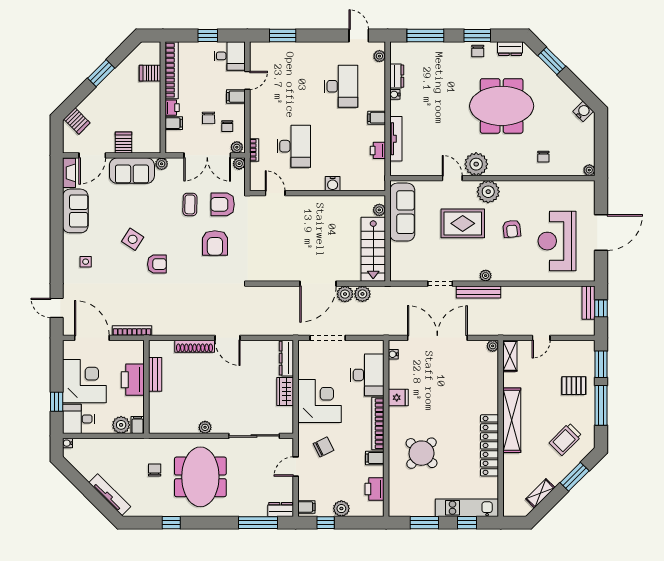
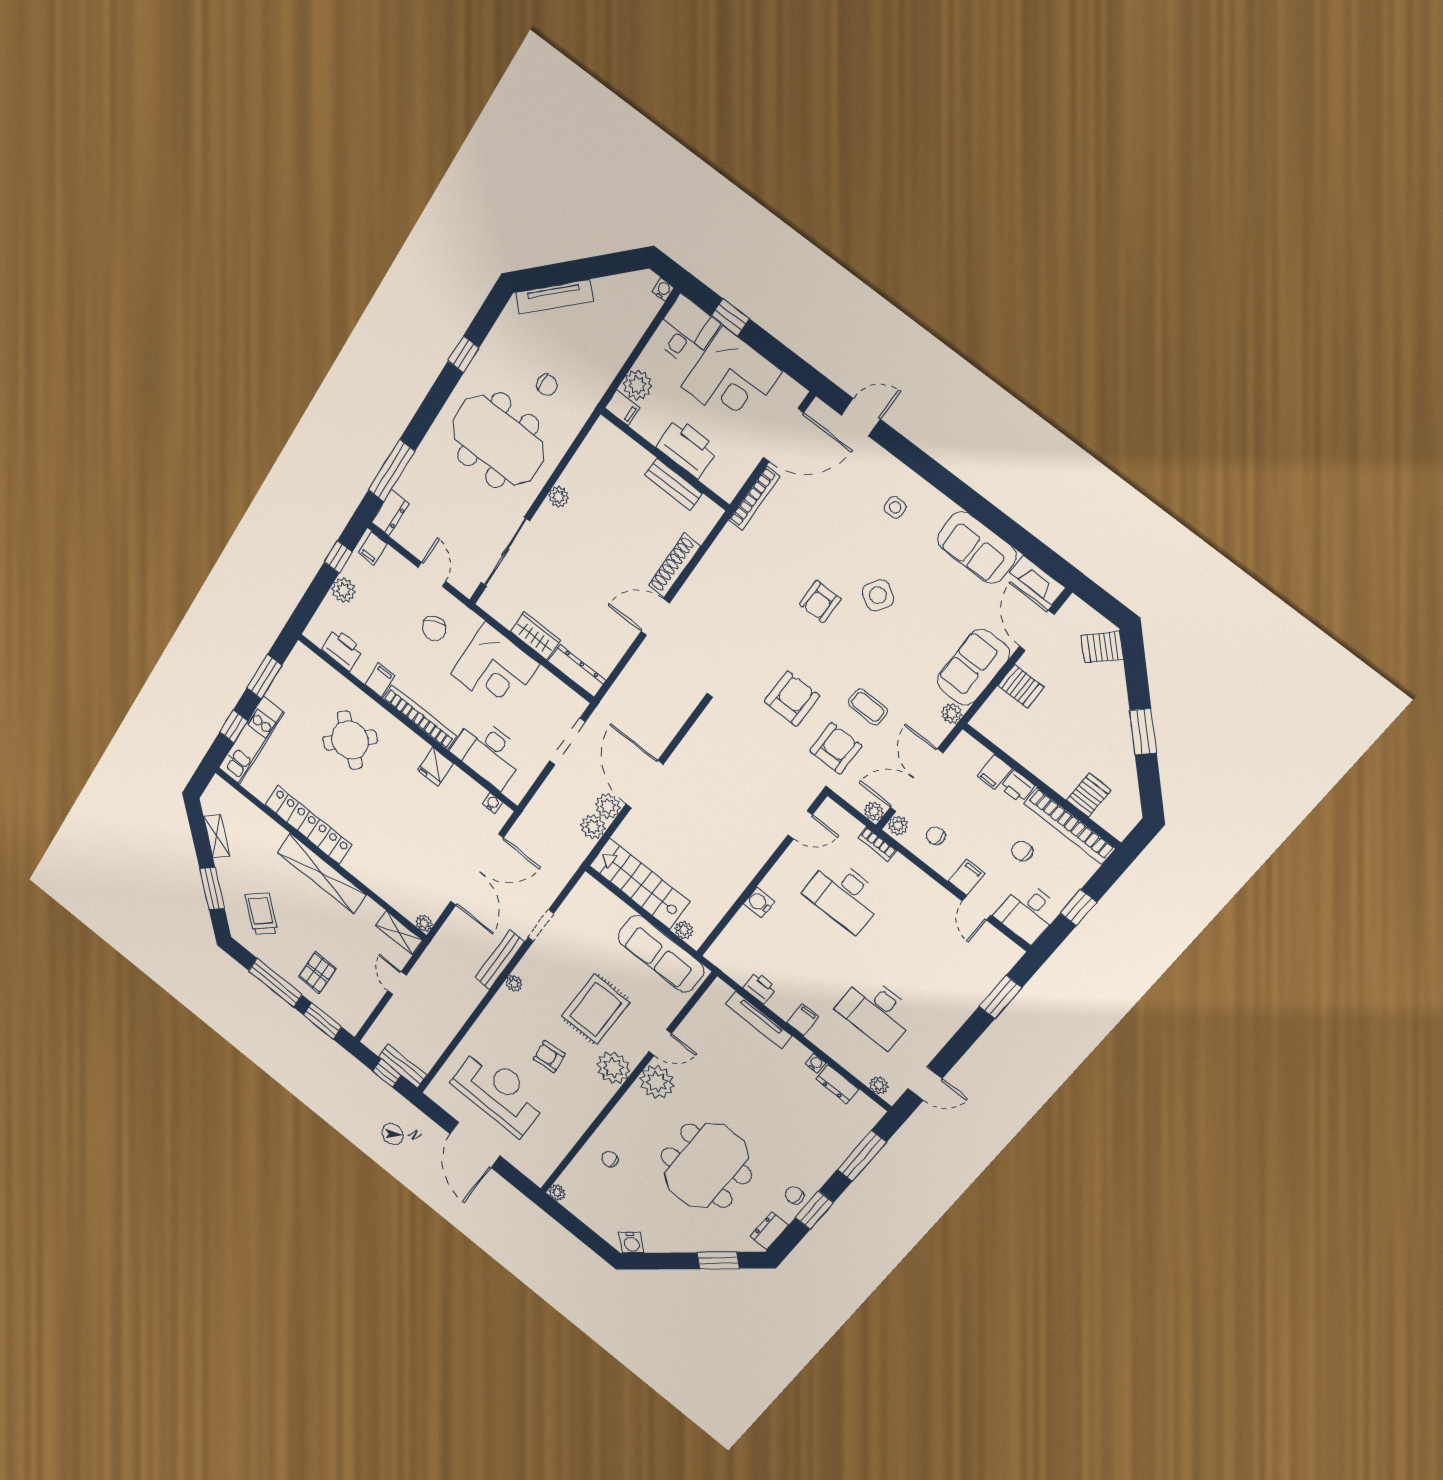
chair: (208, 118) -> (1022, 851), moved
armchair: (215, 243) -> (792, 699), turned 90

